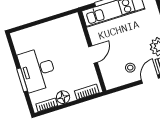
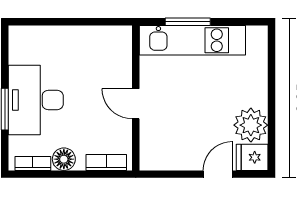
door: (93, 55) -> (136, 104), swing flipped
stool: (130, 68) -> (191, 145), removed

